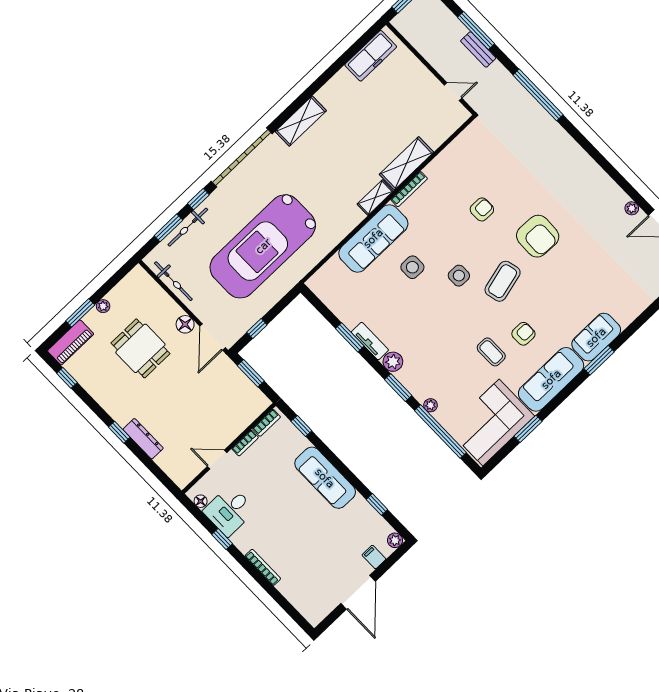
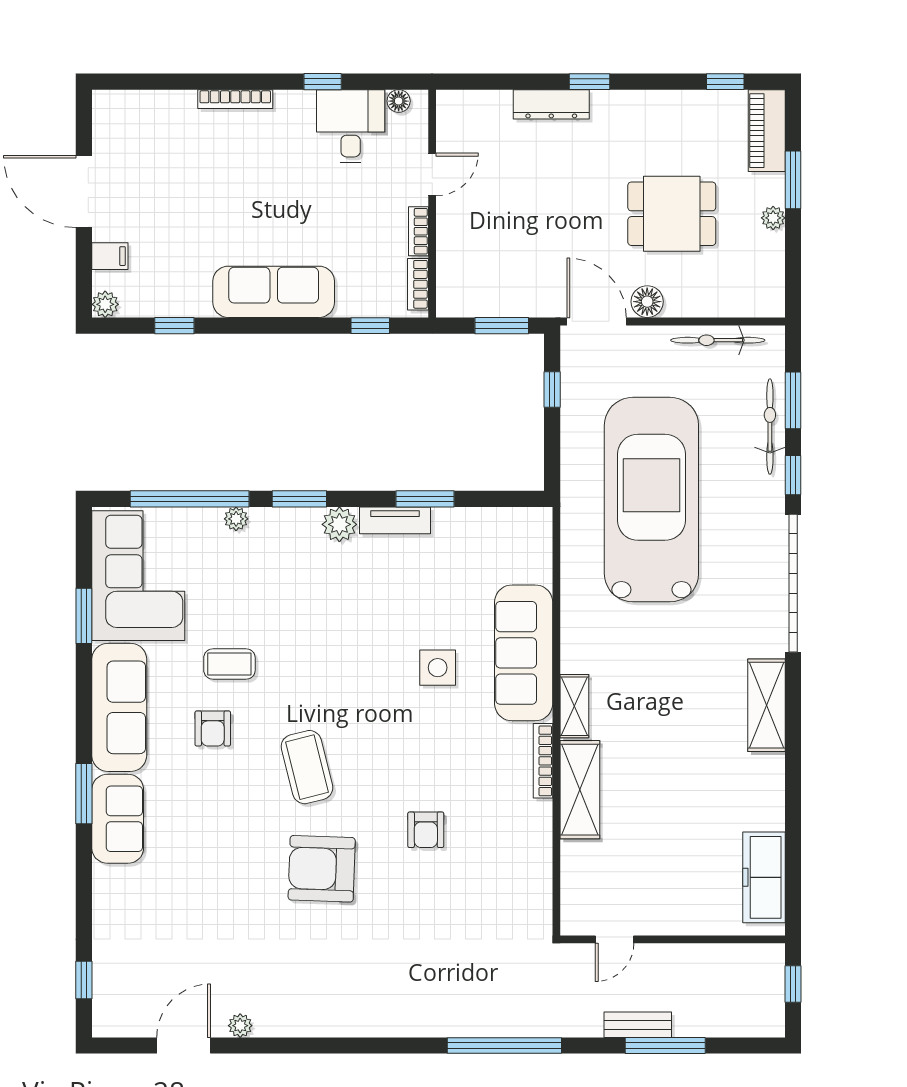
side table: (459, 276) -> (369, 717), removed

